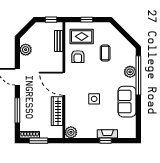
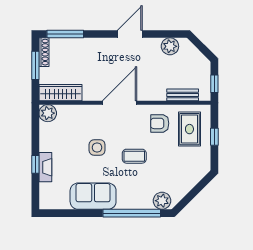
coffee table: (105, 53) -> (134, 156), moved
plant: (130, 72) -> (162, 201), moved
window: (17, 110) -> (65, 34), moved
wardrobe: (57, 111) -> (60, 93), moved

